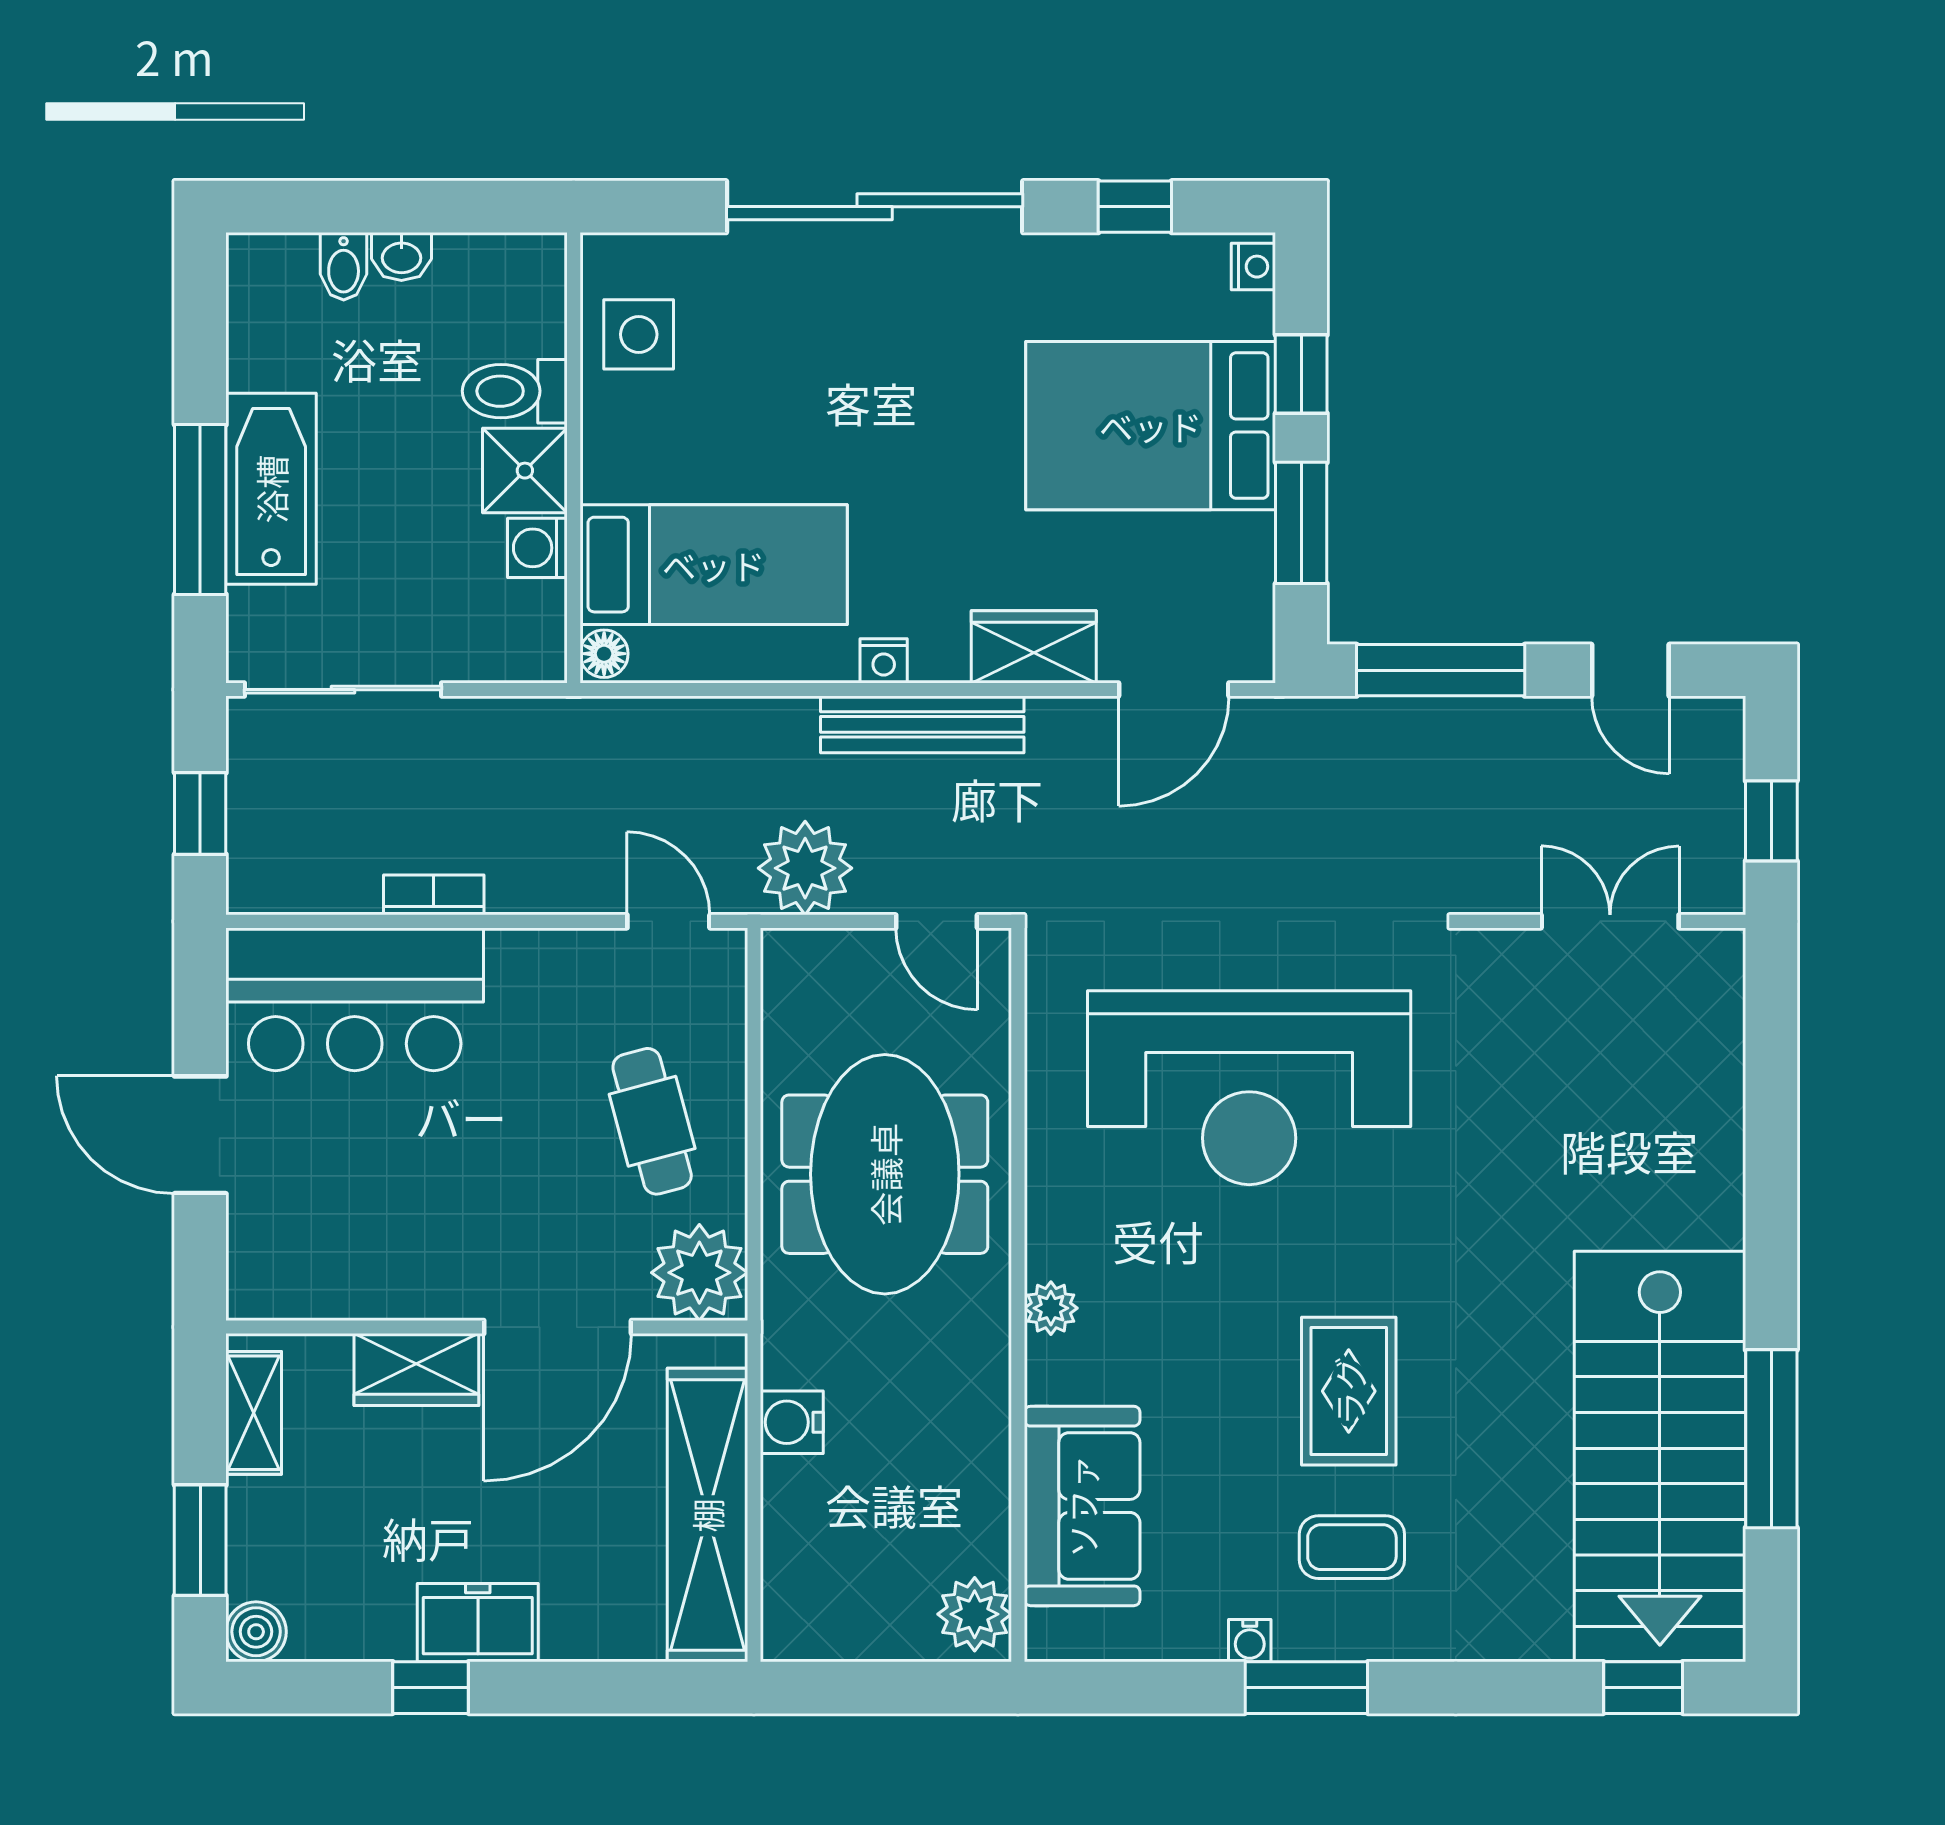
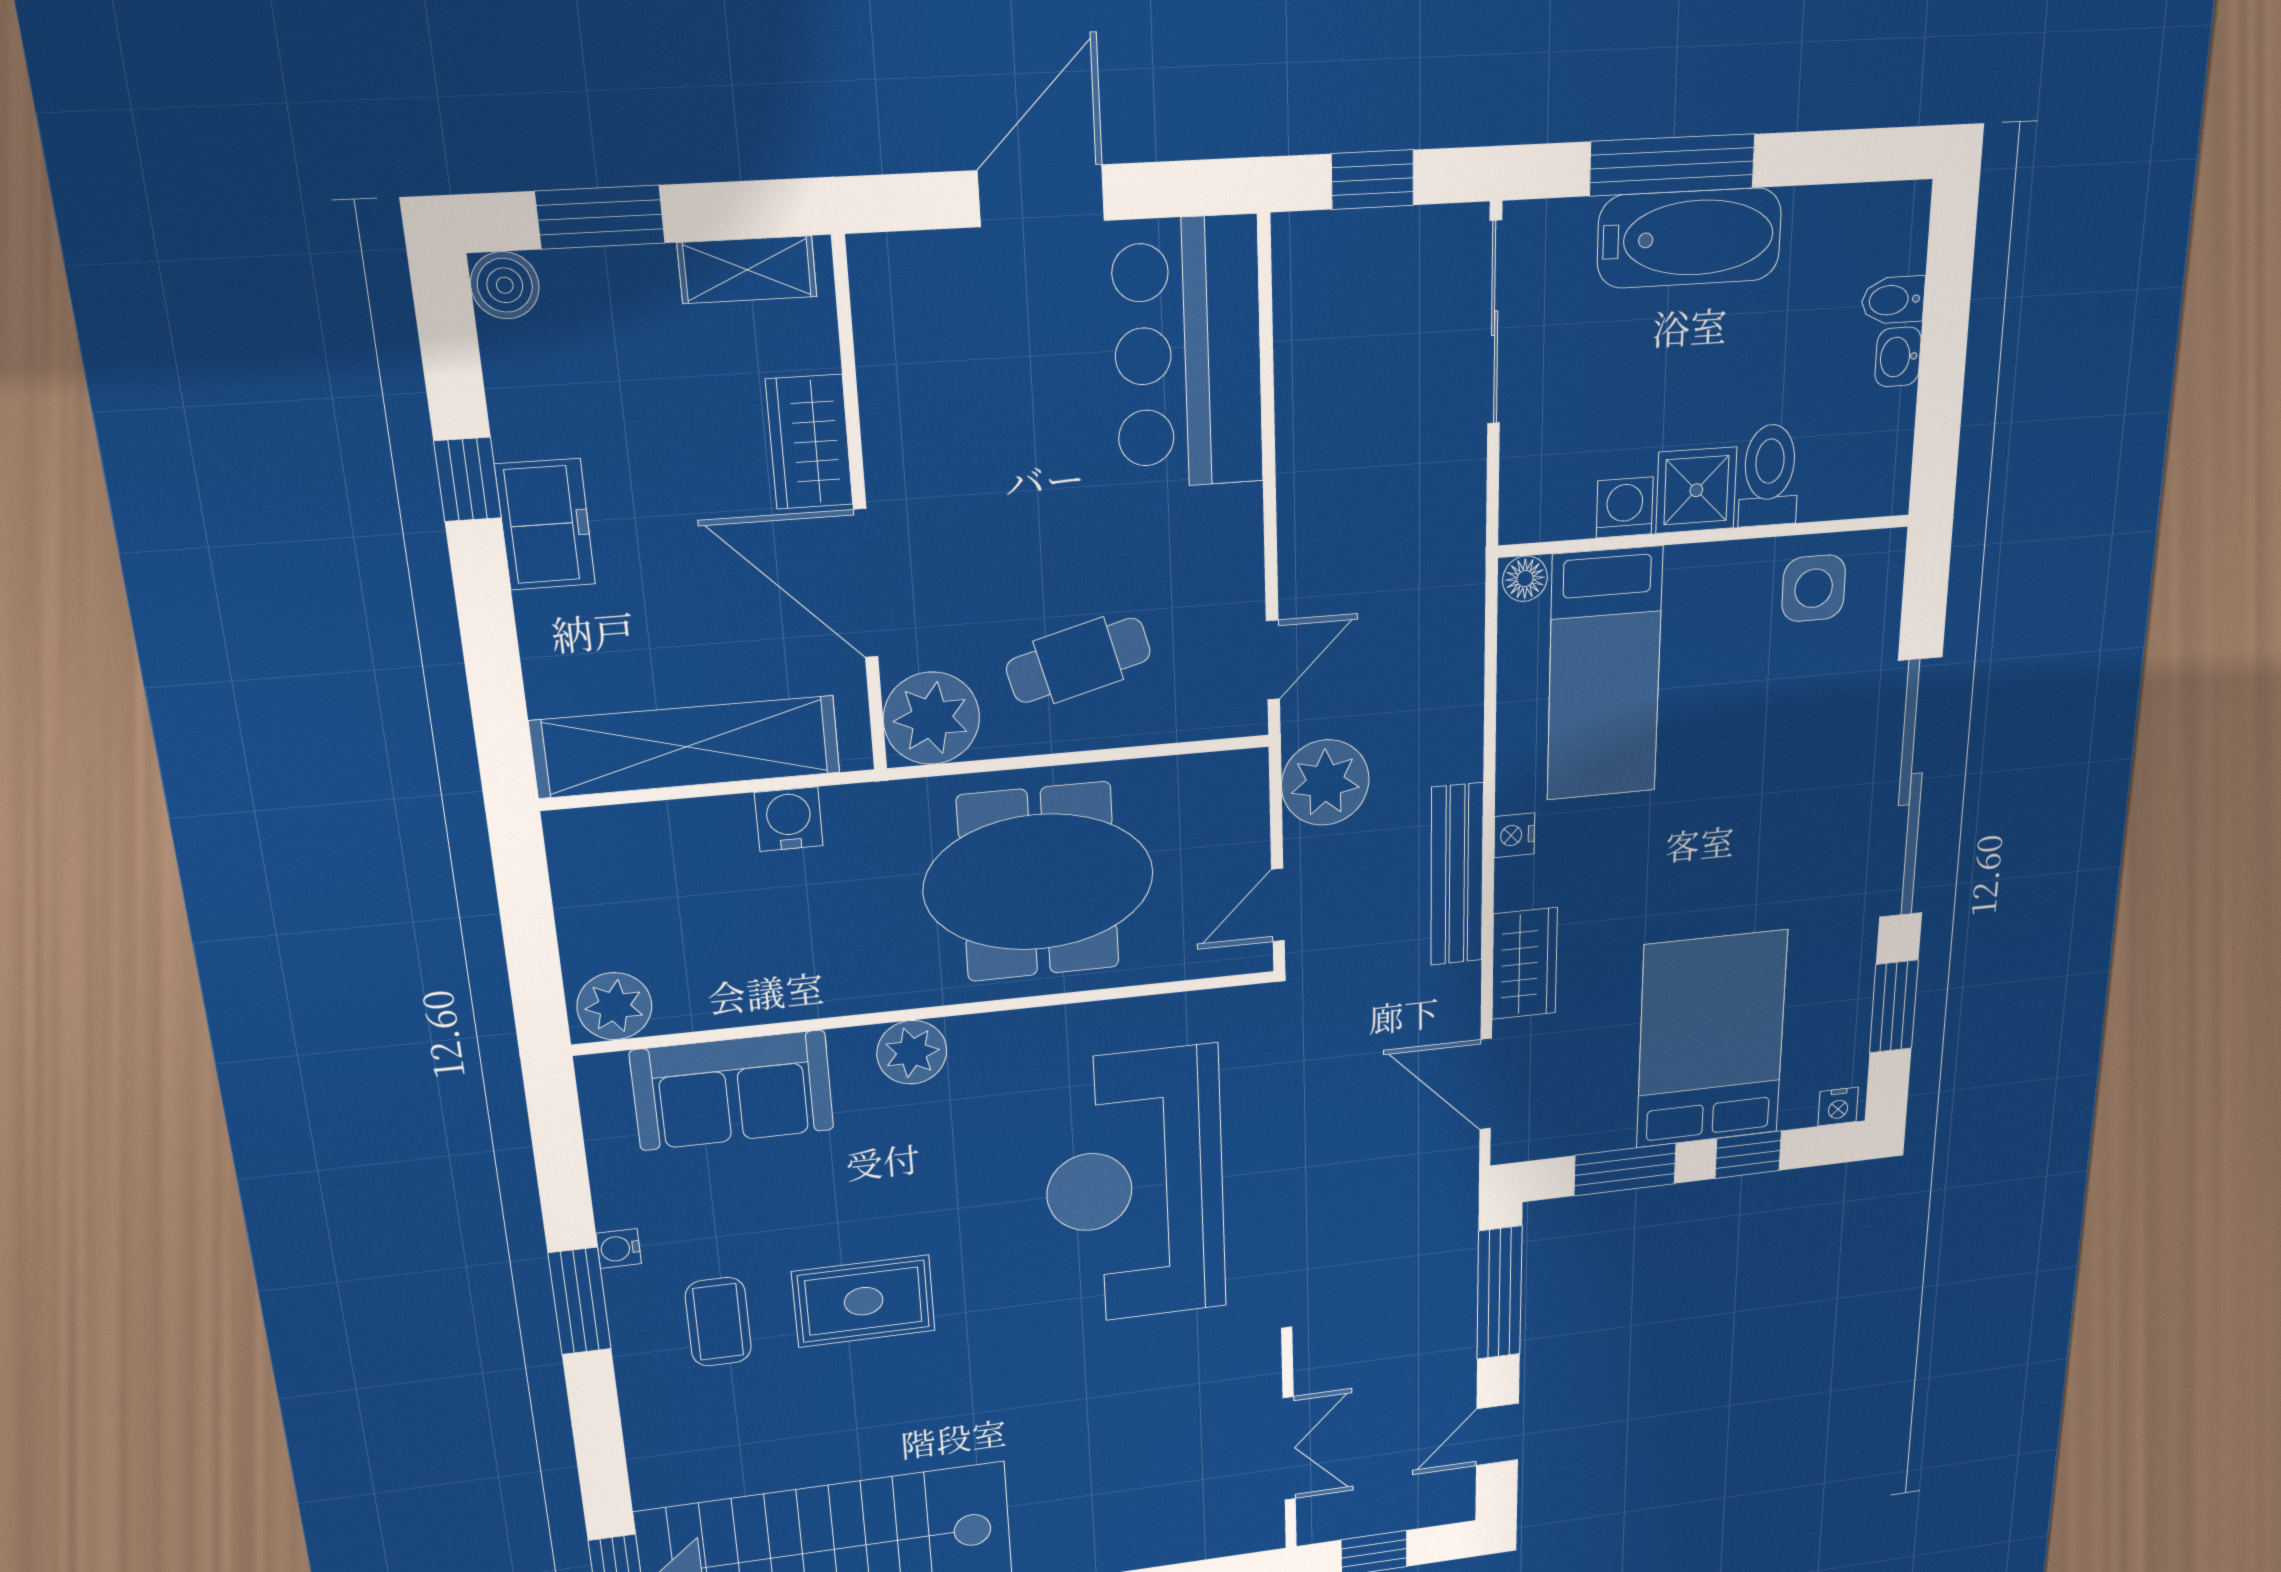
window: (1135, 207) -> (1894, 1007), width x1.50
bookcase: (434, 895) -> (1294, 428), removed
plant: (1051, 1308) -> (912, 1052), width x1.38, depth x1.38

